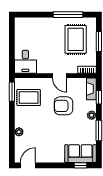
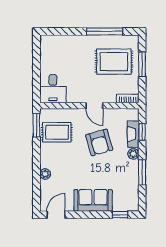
rug: (76, 39) -> (114, 62), turned 90
fireplace: (91, 89) -> (133, 134), moved
armchair: (63, 106) -> (99, 142), turned -106
sofa: (80, 154) -> (93, 200), moved

